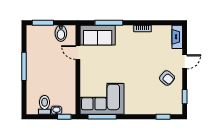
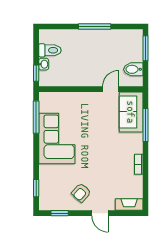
corner sofa: (102, 99) -> (57, 138), moved

